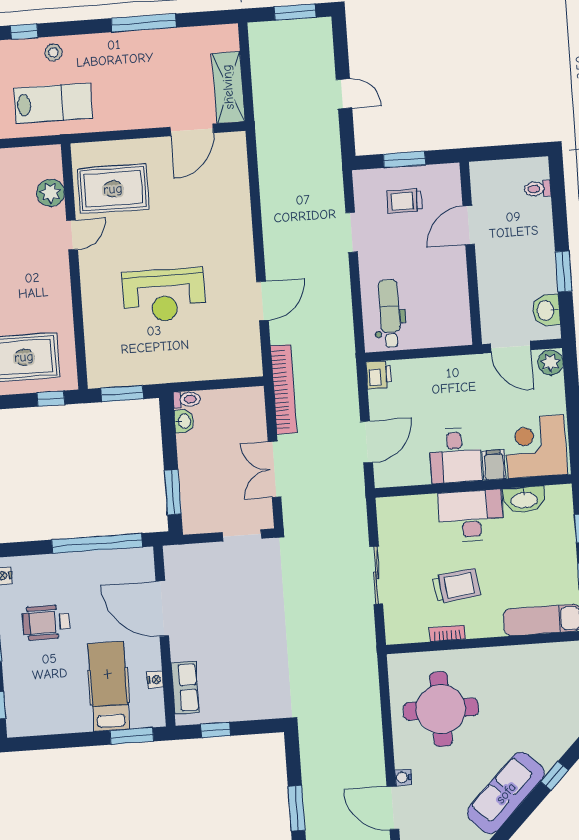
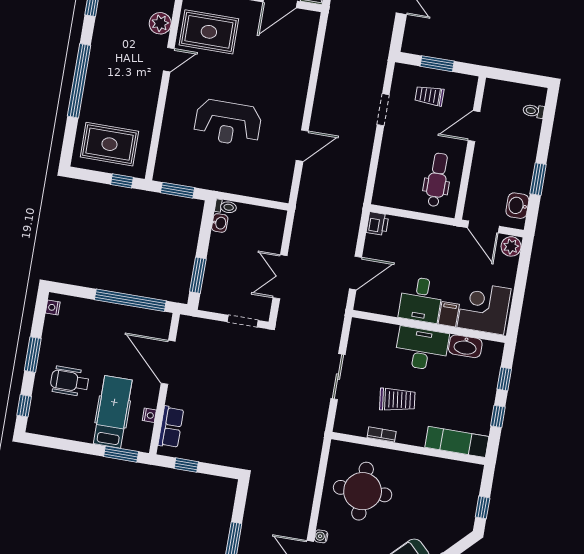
dental chair: (390, 313) -> (437, 180), moved
bookcase: (284, 389) -> (302, 217), removed
wheelchair: (46, 622) -> (70, 381), moved

